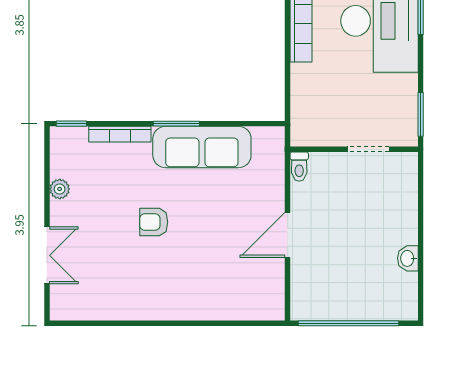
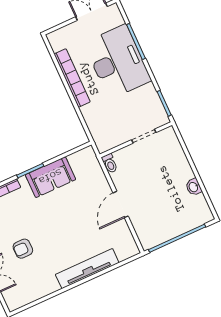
sofa: (202, 147) -> (50, 177), width x0.73
armchair: (154, 222) -> (23, 249), moved
tv unit: (195, 308) -> (87, 269), added

